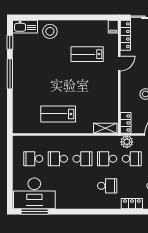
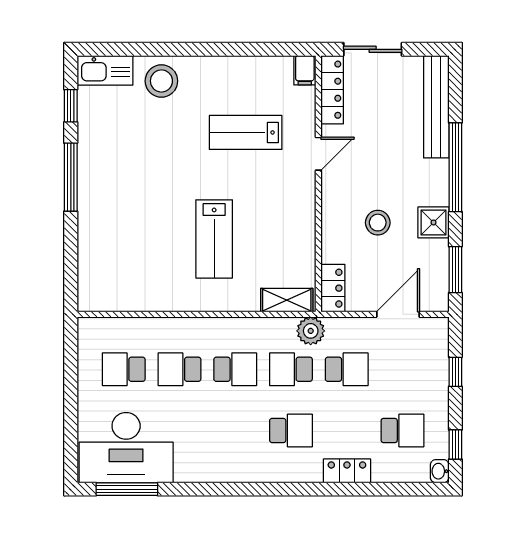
lab bench: (58, 114) -> (214, 239), moved, turned -90
plant: (127, 142) -> (311, 331), moved

